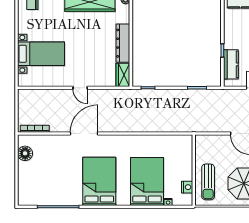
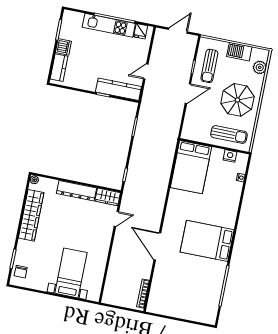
kitchen counter: (231, 64) -> (118, 89), width x1.50
door: (80, 88) -> (116, 219), moved
floor lamp: (25, 153) -> (165, 308), removed
bed: (147, 181) -> (191, 167), moved, turned -90

